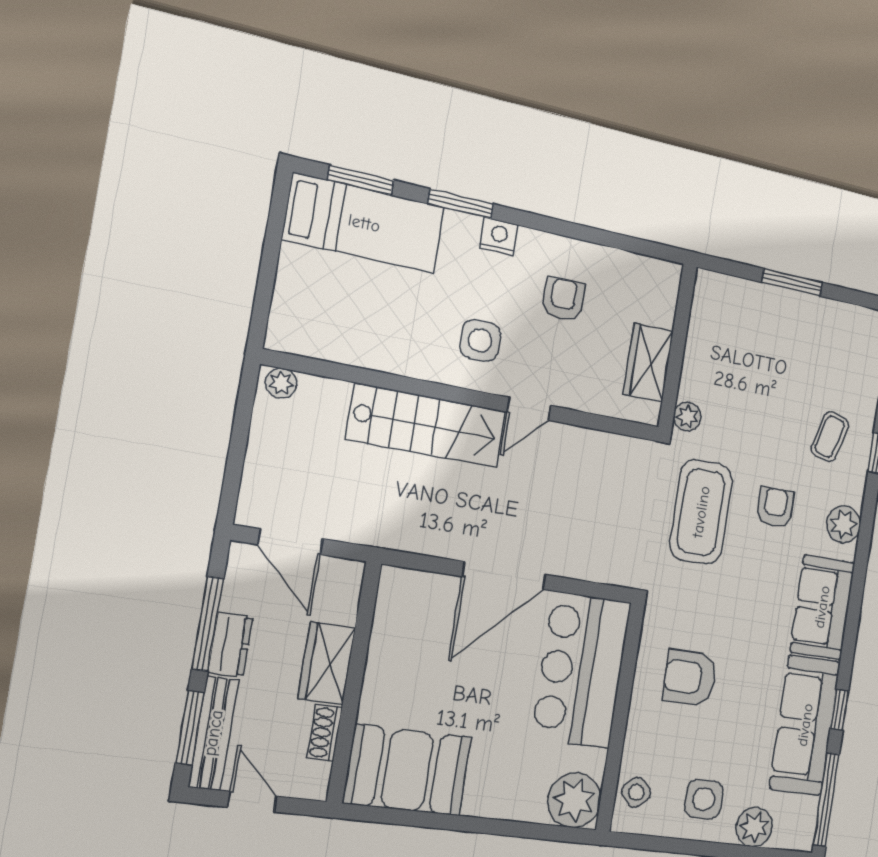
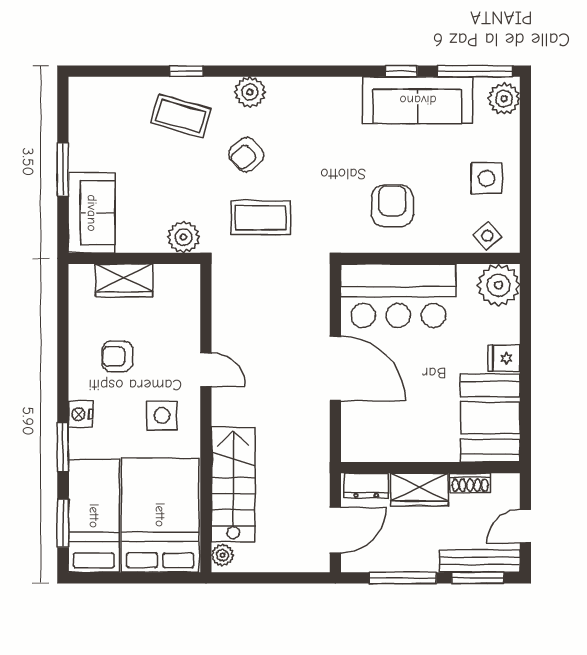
bed: (350, 311) -> (160, 515), added
wardrobe: (648, 363) -> (124, 280), moved
plant: (687, 417) -> (184, 237), width x1.38, depth x1.38
stairs: (426, 425) -> (233, 484), moved
coffee table: (830, 437) -> (181, 116), width x1.36, depth x1.30
armchair: (775, 507) -> (246, 155), turned -41
coffee table: (701, 512) -> (261, 218), width x0.73, depth x0.76
sofa: (822, 607) -> (92, 213), moved, turned -90
dresser: (230, 645) -> (366, 486), moved, turned 180
armchair: (690, 678) -> (392, 206), turned 180
fridge: (482, 797) -> (504, 358), added
plant: (754, 827) -> (504, 99), moved

